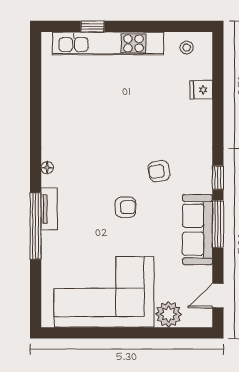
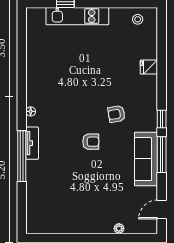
kitchen unit: (108, 43) -> (77, 16), width x0.73
fridge: (201, 90) -> (149, 67), moved
corner sofa: (104, 292) -> (74, 207), removed
plant: (168, 314) -> (119, 228), width x0.53, depth x0.53

